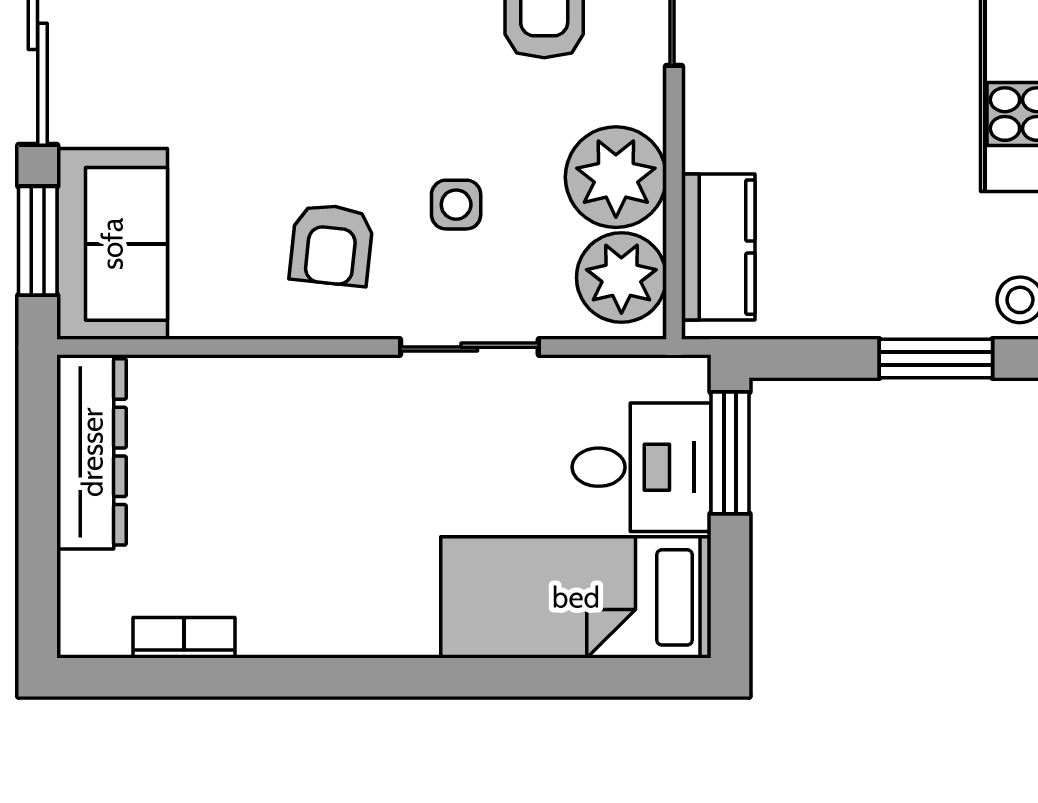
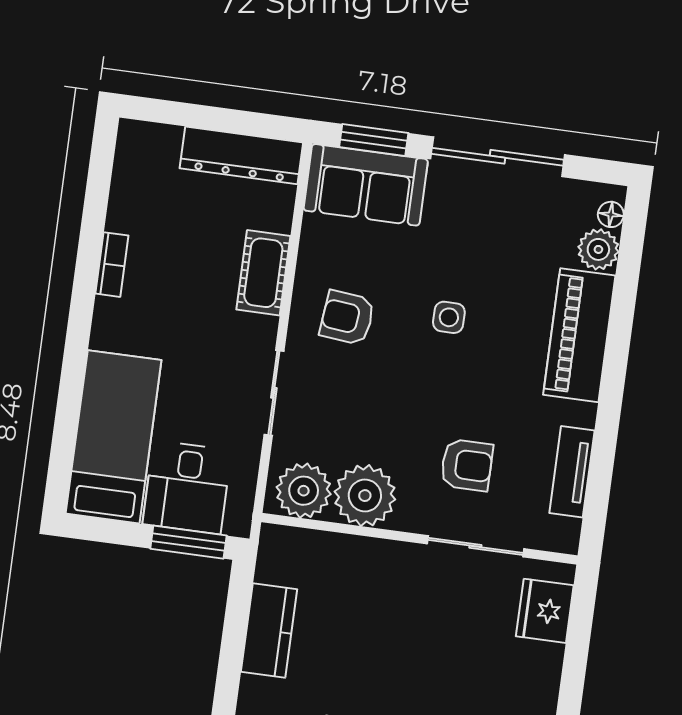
side table: (456, 205) -> (449, 317), moved
kitchen counter: (718, 247) -> (269, 631), moved, turned -90
window: (936, 359) -> (229, 675), removed
cot: (277, 390) -> (263, 273), added
bookcase: (184, 638) -> (112, 265), moved

